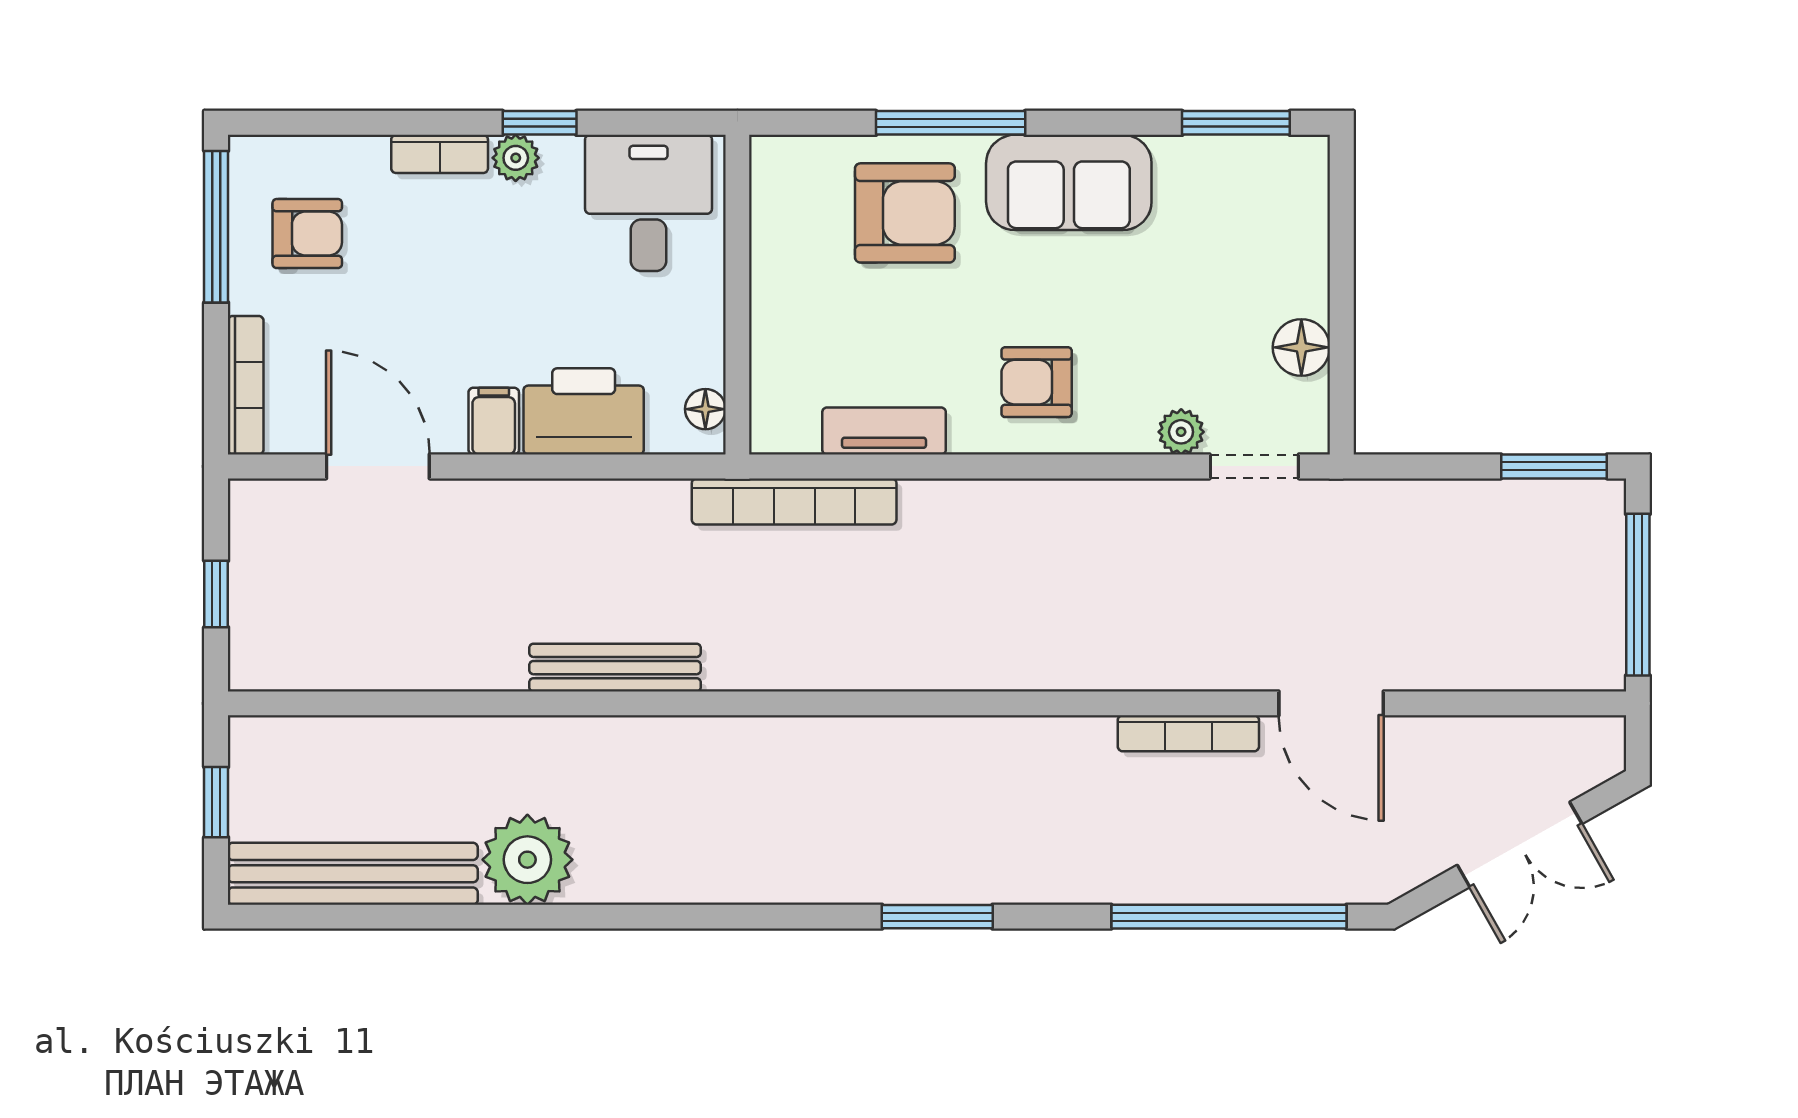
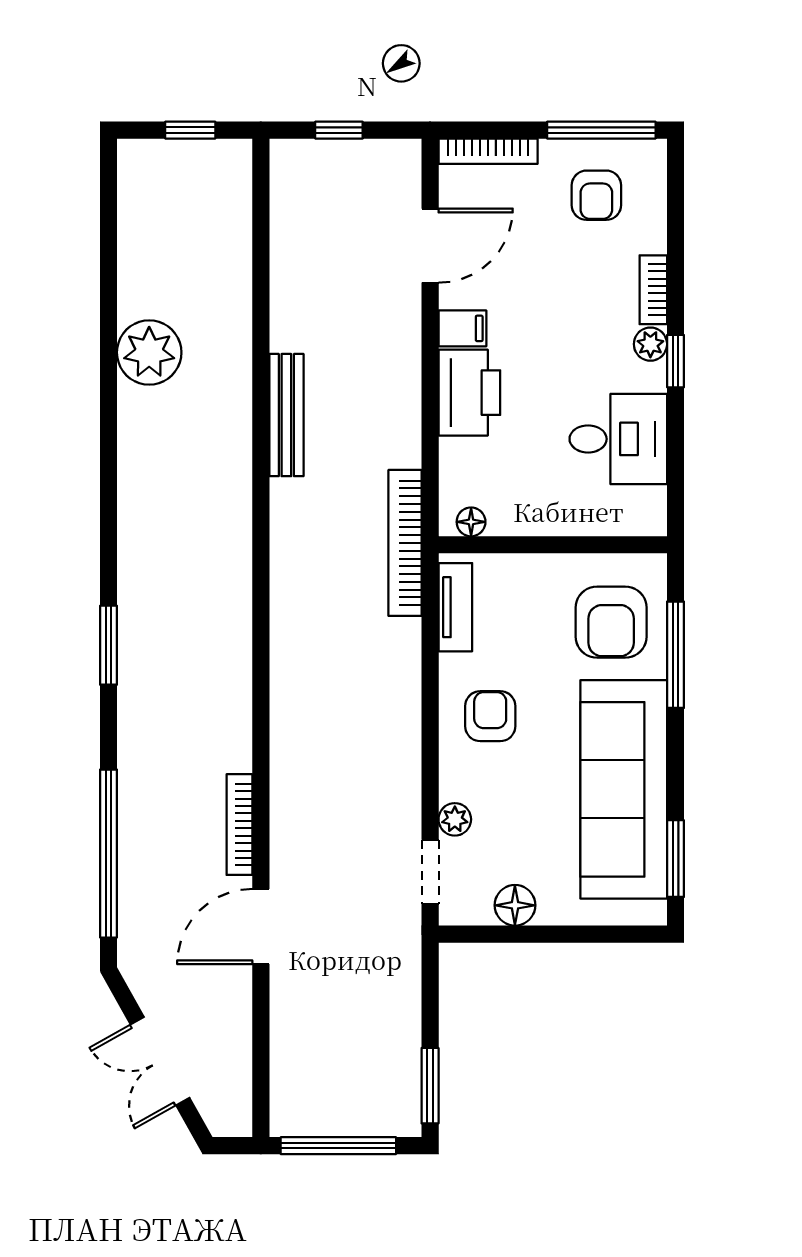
sofa: (1069, 182) -> (624, 789), width x1.85, depth x1.27
wall: (737, 295) -> (553, 545), moved
floor lamp: (705, 409) -> (471, 522), moved
bench: (353, 874) -> (139, 228), removed

